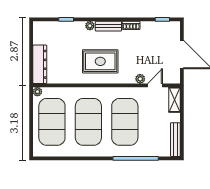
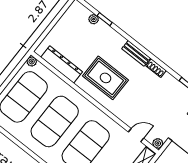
plant: (90, 26) -> (94, 19), moved
dresser: (40, 64) -> (62, 64), moved, turned -90
plant: (140, 79) -> (158, 143), moved

